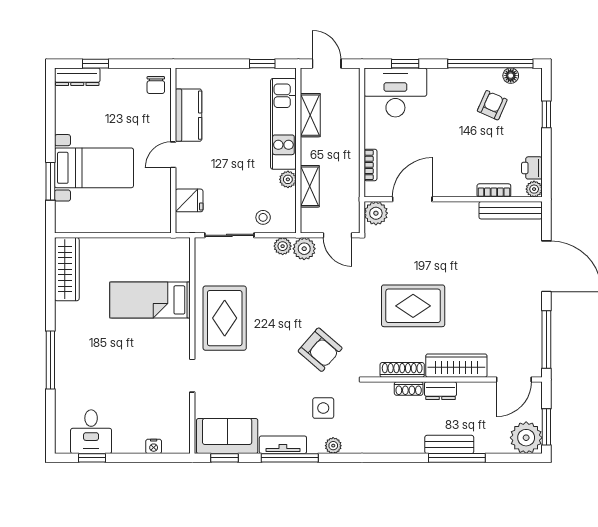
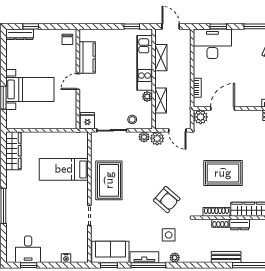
fridge: (189, 200) -> (87, 121), moved, turned -90
bench: (449, 444) -> (226, 257), moved

